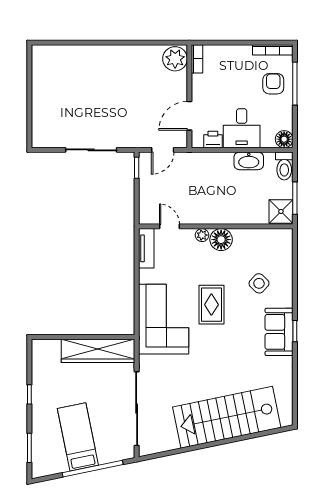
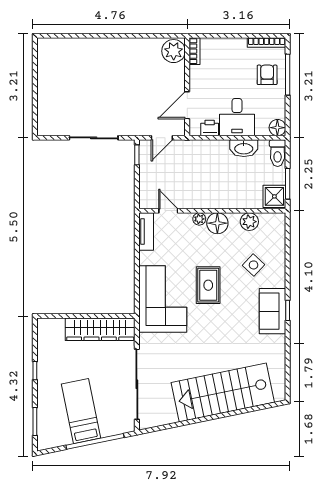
plant: (255, 238) -> (249, 222), added

